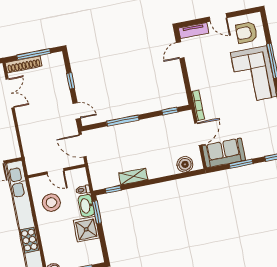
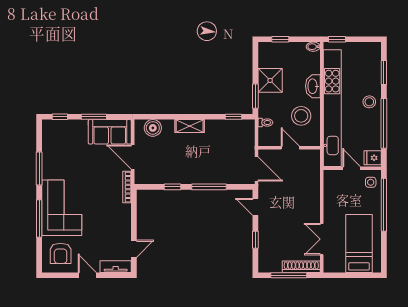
armchair: (246, 33) -> (61, 253), turned 90
window: (170, 111) -> (172, 187), moved
door: (198, 134) -> (133, 157), hinge flipped
shelving: (133, 176) -> (190, 126), moved
washbasin: (86, 206) -> (313, 86), moved, turned 180

